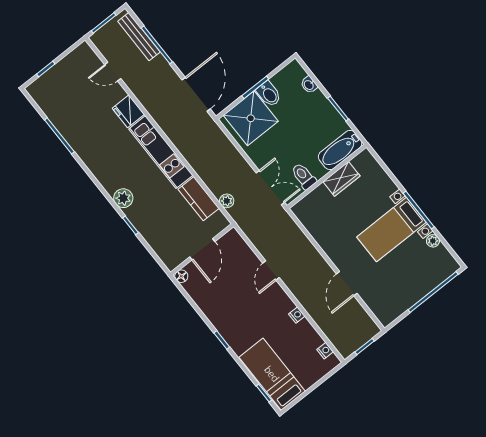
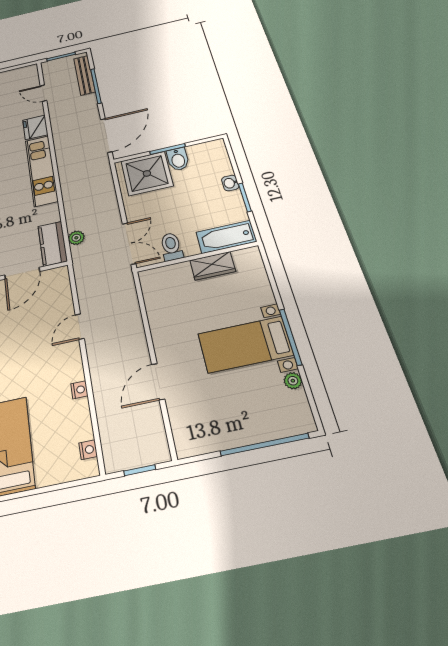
washbasin: (309, 85) -> (230, 183), moved
kitchen counter: (199, 199) -> (53, 244), moved

